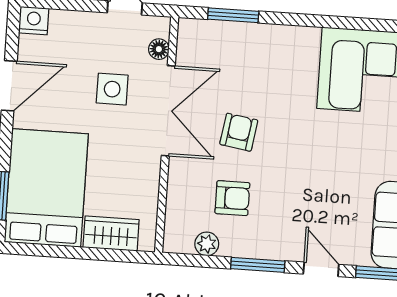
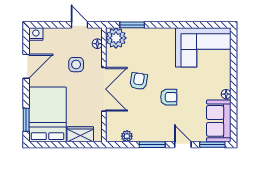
plant: (198, 40) -> (116, 38), added
double door: (168, 111) -> (104, 89), moved
armchair: (232, 198) -> (169, 97), moved

